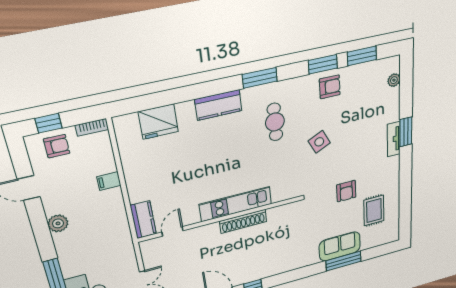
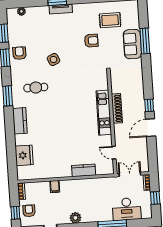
kitchen unit: (236, 204) -> (104, 113), moved
wall: (221, 219) -> (112, 122), moved
shoe rack: (243, 221) -> (117, 108), moved
door: (172, 231) -> (114, 153), moved

